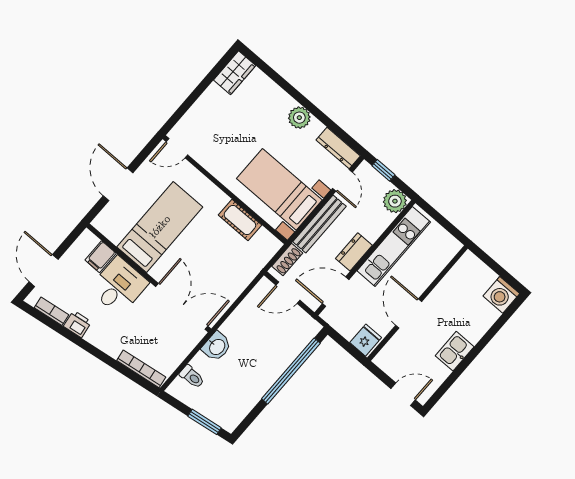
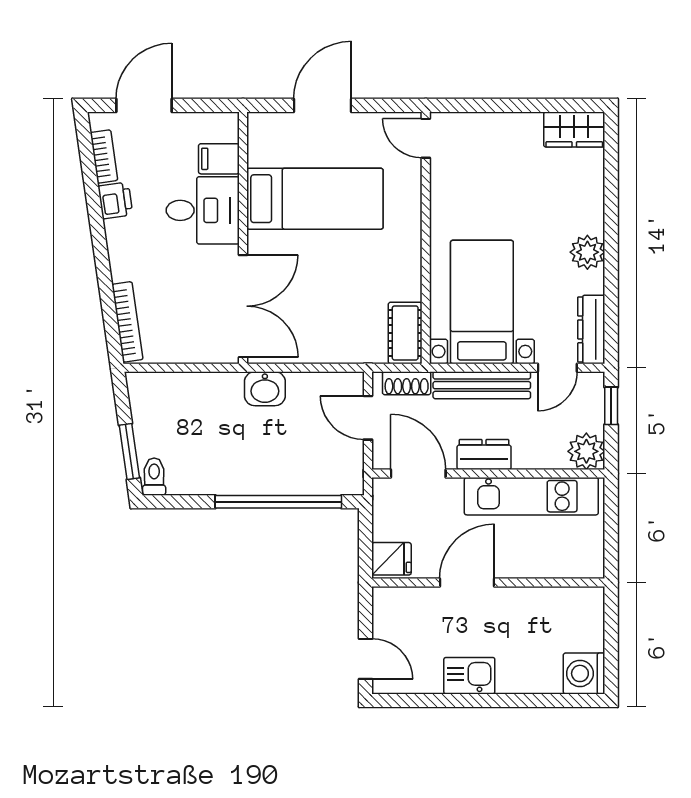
cot: (240, 220) -> (405, 333), moved
washbasin: (217, 347) -> (265, 389), moved
toilet: (192, 377) -> (154, 477), moved, turned 180

